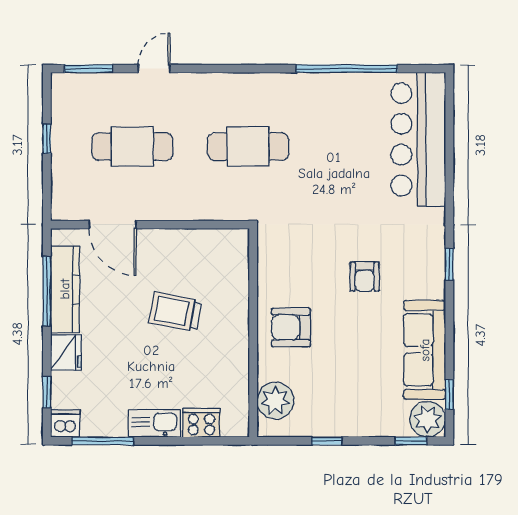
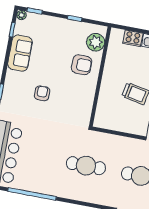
armchair: (291, 327) -> (82, 65), moved
sofa: (425, 350) -> (20, 53), width x0.73
plant: (428, 419) -> (21, 15), width x0.53, depth x0.53

